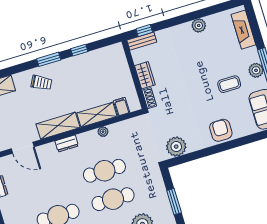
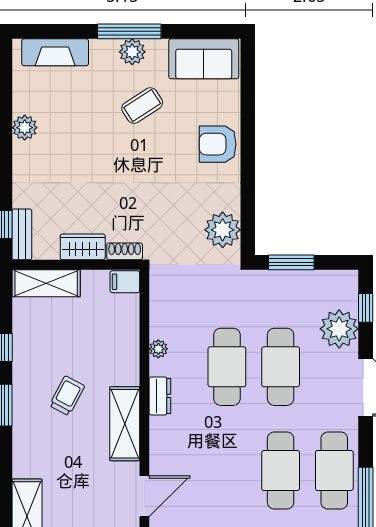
trolley: (41, 83) -> (67, 396), moved
coffee table: (229, 84) -> (142, 106), turned 57
filing cabinet: (122, 107) -> (125, 282), moved
shelving: (97, 115) -> (46, 283), moved, turned 90
dresser: (67, 143) -> (160, 396), moved
window: (174, 202) -> (291, 262), moved

